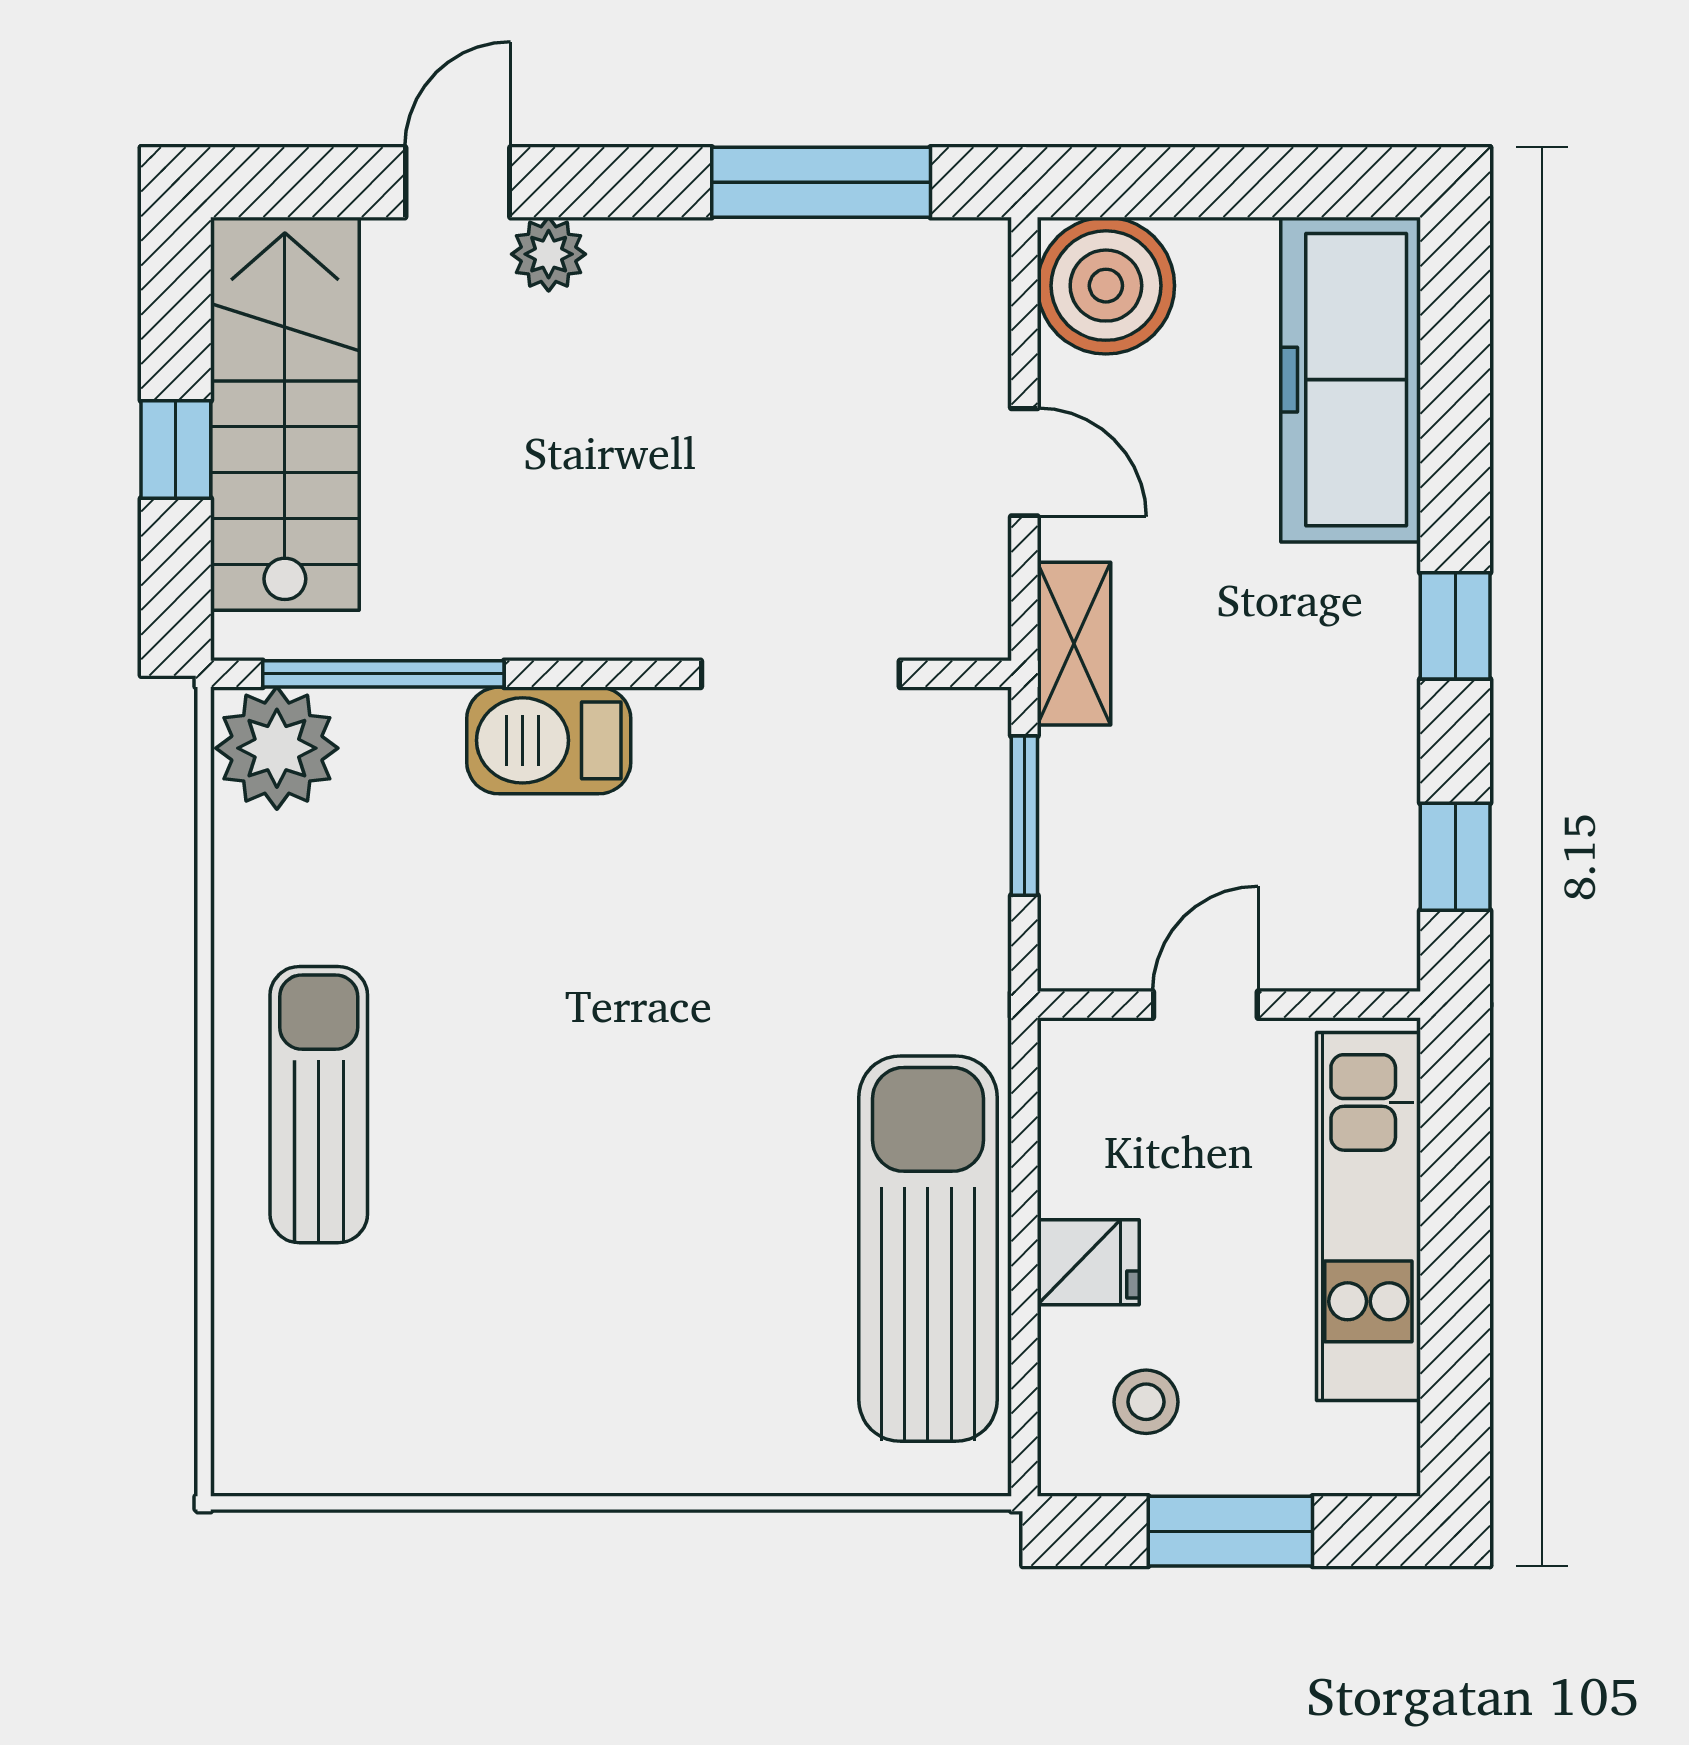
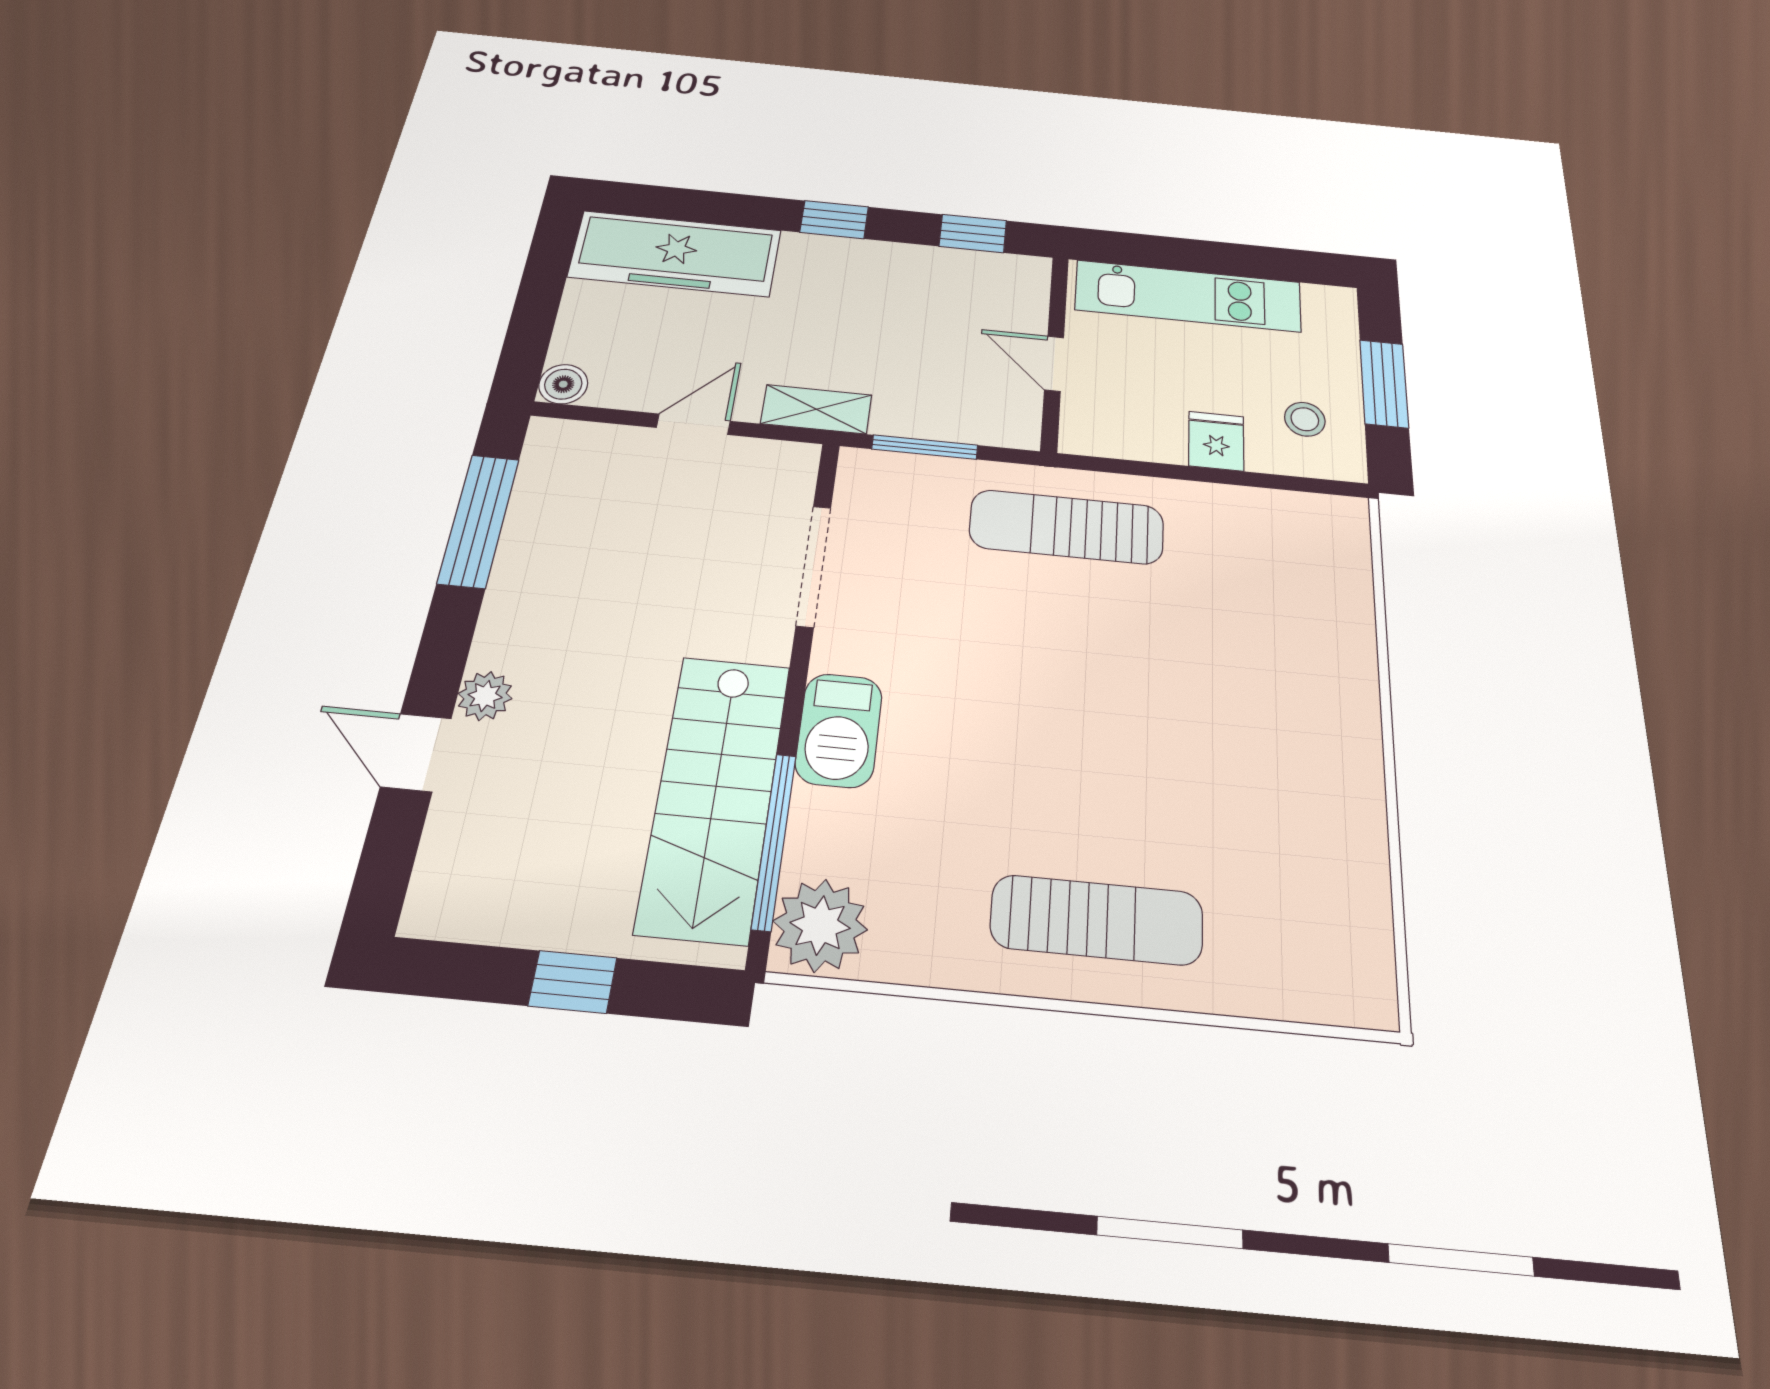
boiler: (1106, 286) -> (563, 384), width x0.54, depth x0.54
stairs: (285, 414) -> (715, 795), moved, turned -90
sun lounger: (319, 1105) -> (1097, 920), turned 180
sun lounger: (928, 1249) -> (1067, 527), moved, width x0.73, depth x0.75

